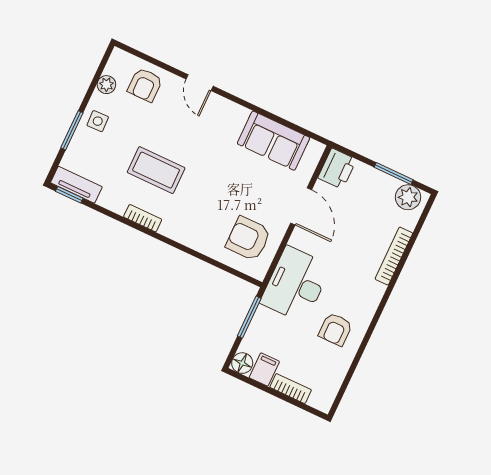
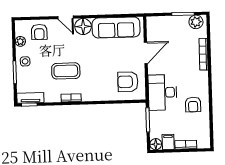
floor lamp: (221, 112) -> (83, 26), added
sofa: (274, 141) -> (116, 27), width x1.36
printer: (337, 169) -> (154, 25), removed
door: (301, 206) -> (146, 53), hinge flipped

